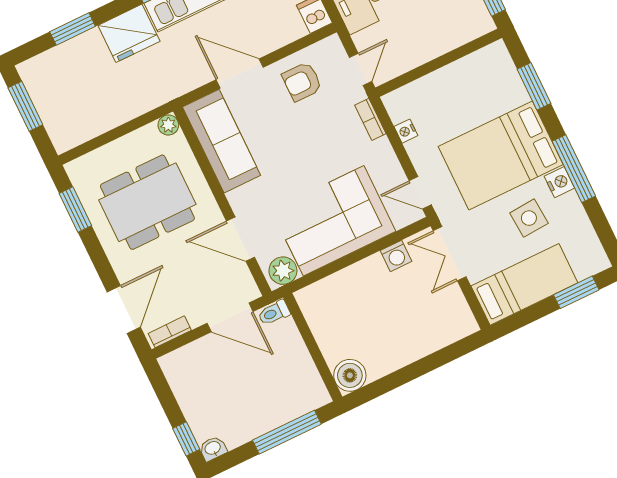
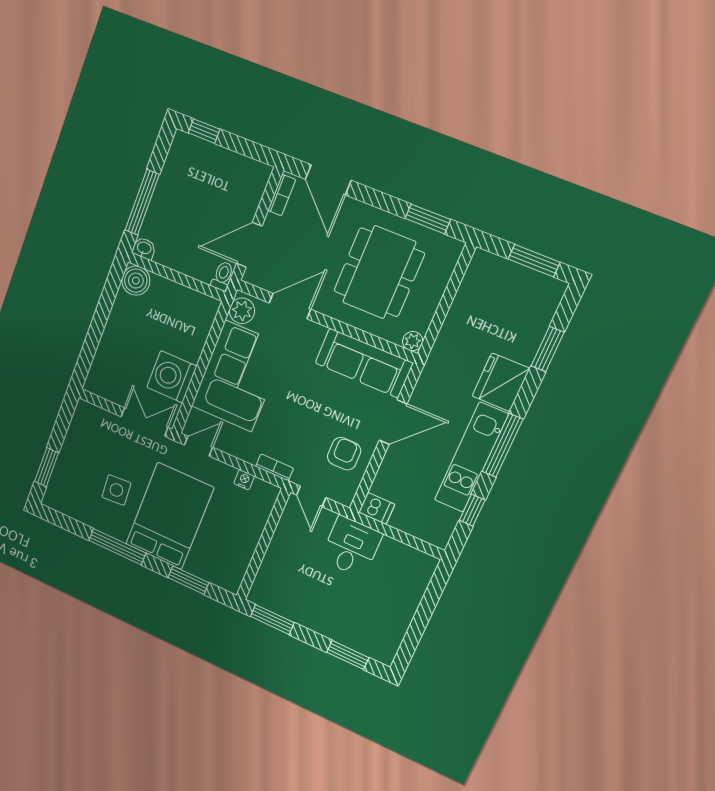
nightstand: (559, 182) -> (118, 530), removed
washing machine: (396, 256) -> (172, 377), width x1.89, depth x1.89
bed: (524, 284) -> (81, 444), removed
washbasin: (213, 448) -> (144, 248), moved, turned -90

